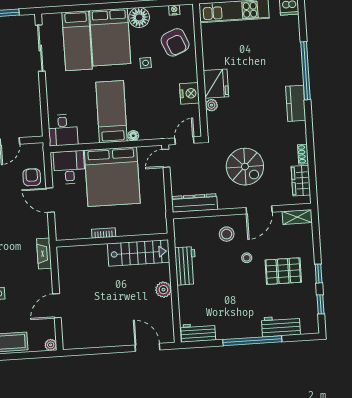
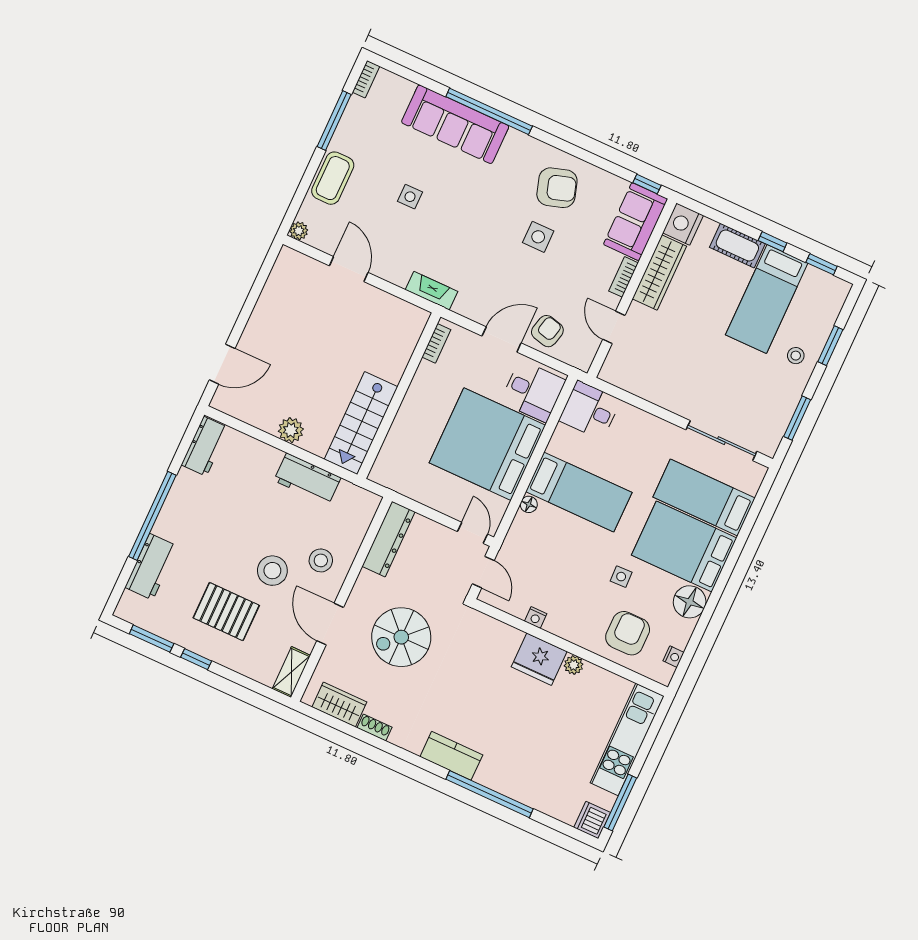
armchair: (175, 42) -> (628, 633), turned 113
nightstand: (189, 93) -> (536, 618), width x0.53, depth x0.56
plant: (212, 105) -> (574, 665), moved
armchair: (32, 177) -> (547, 331), turned -76
bookcase: (104, 233) -> (436, 343), moved
stool: (247, 258) -> (272, 571), width x1.89, depth x1.89
pallet: (283, 271) -> (226, 612), turned 90
window: (321, 304) -> (152, 639), width x1.50

